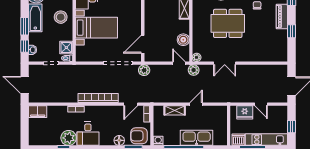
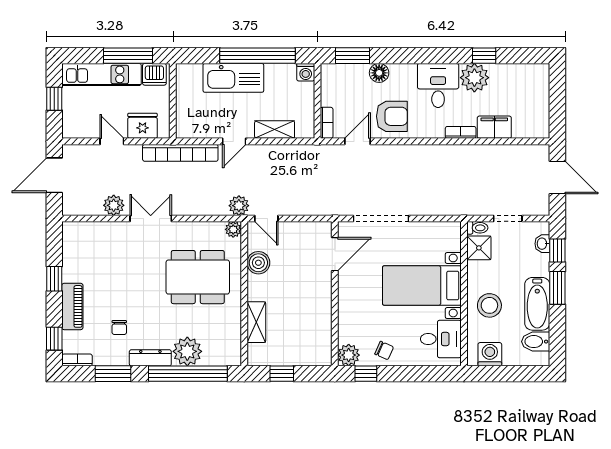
dining table: (228, 23) -> (198, 277), moved
double door: (225, 63) -> (151, 218), moved
plant: (144, 70) -> (114, 205), moved
bookcase: (98, 98) -> (180, 153), moved
filing cabinet: (38, 112) -> (494, 127), moved
armchair: (139, 136) -> (392, 116), moved

